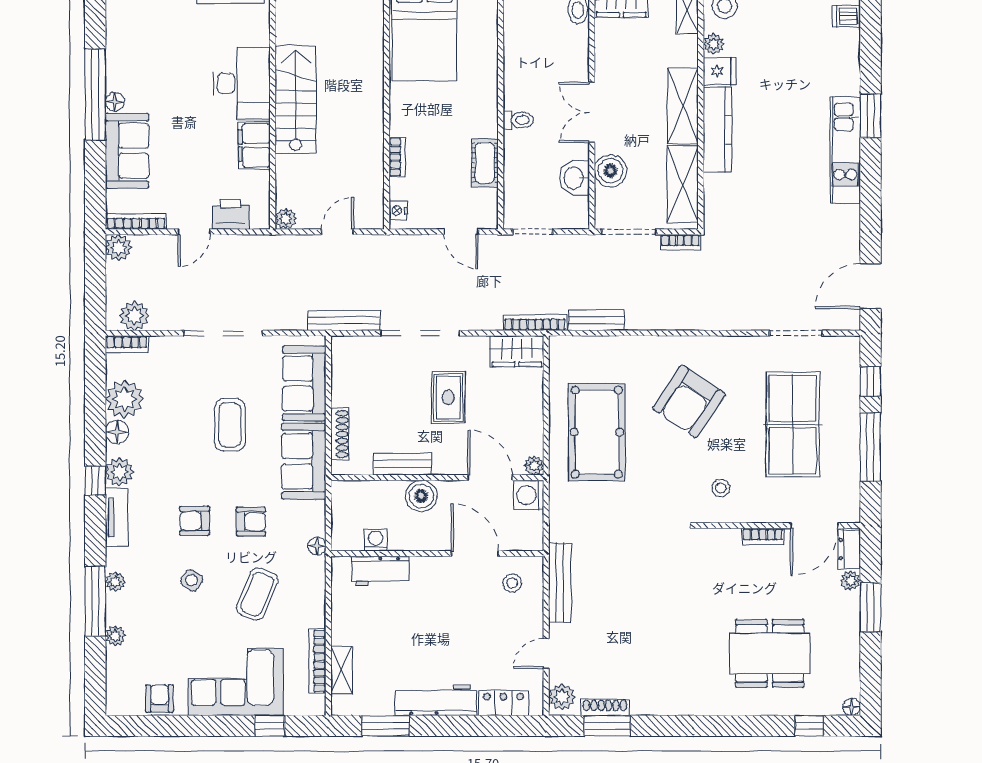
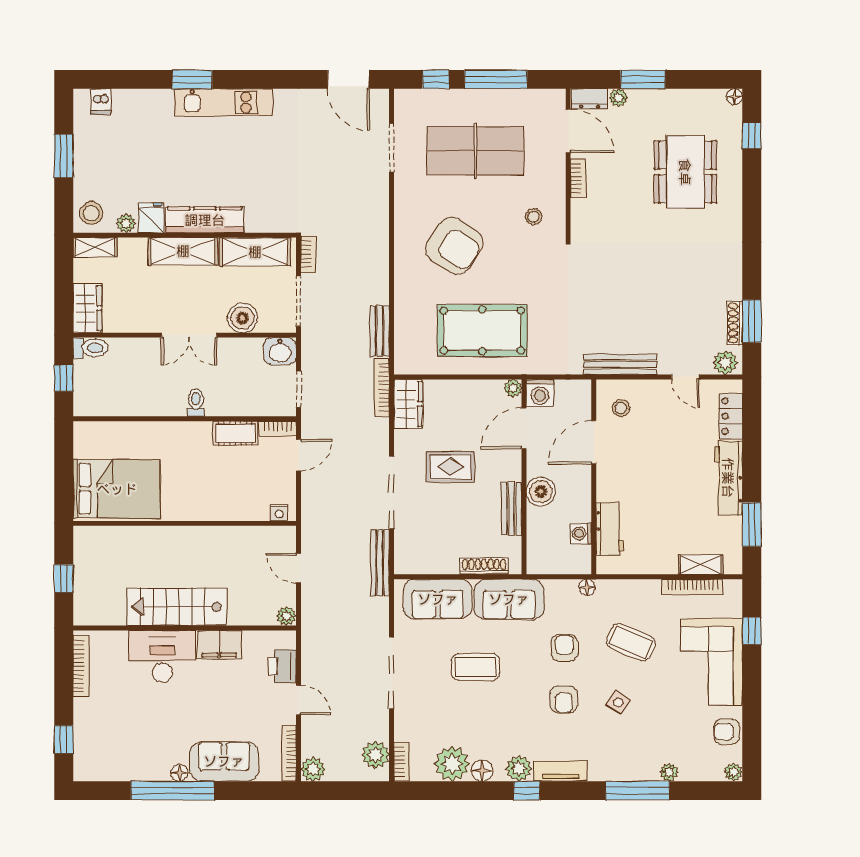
bookcase: (397, 157) -> (278, 428), moved, turned 180
washbasin: (574, 178) -> (280, 351), moved
plant: (115, 582) -> (733, 772), moved

